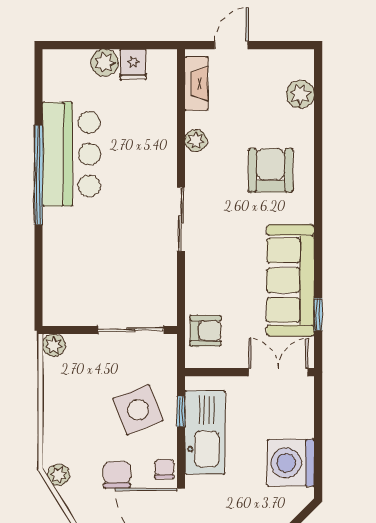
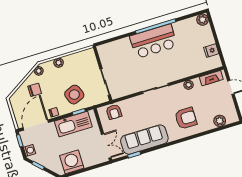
plant: (104, 63) -> (203, 20), moved
bar counter: (71, 154) -> (154, 41), moved
plant: (54, 345) -> (59, 63), moved
chair: (117, 475) -> (35, 90), moved

